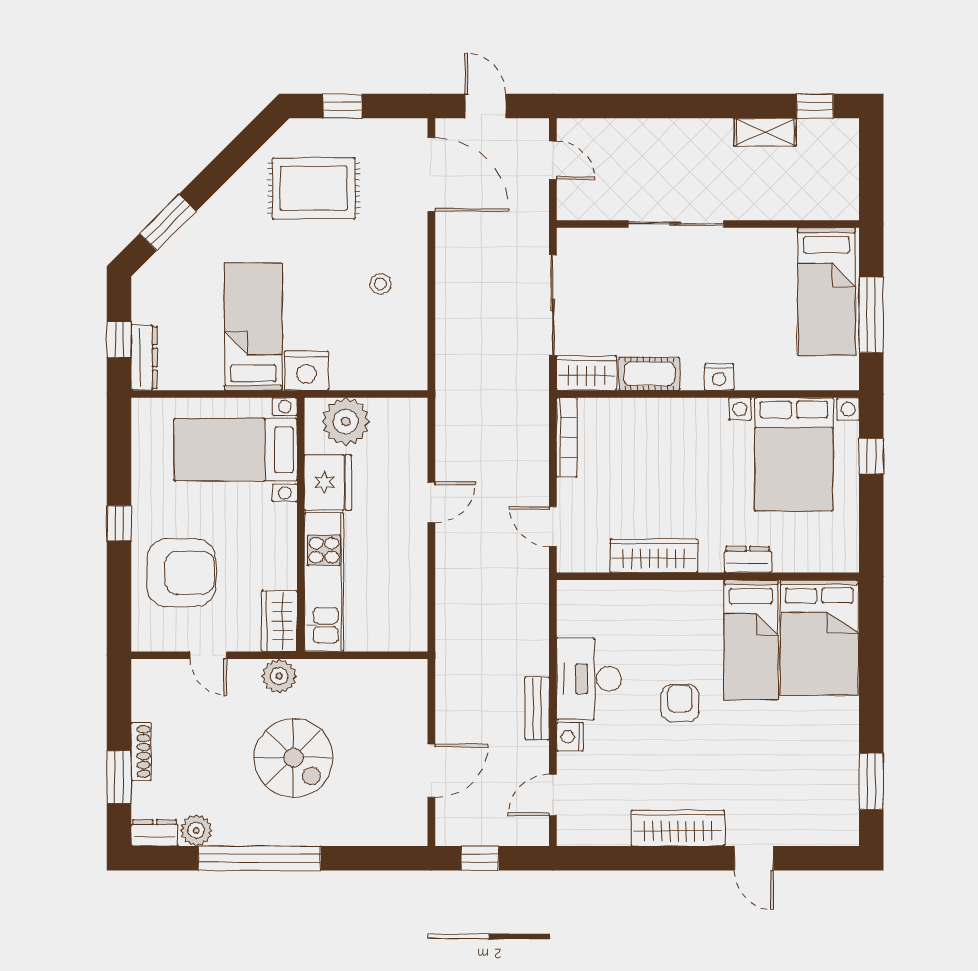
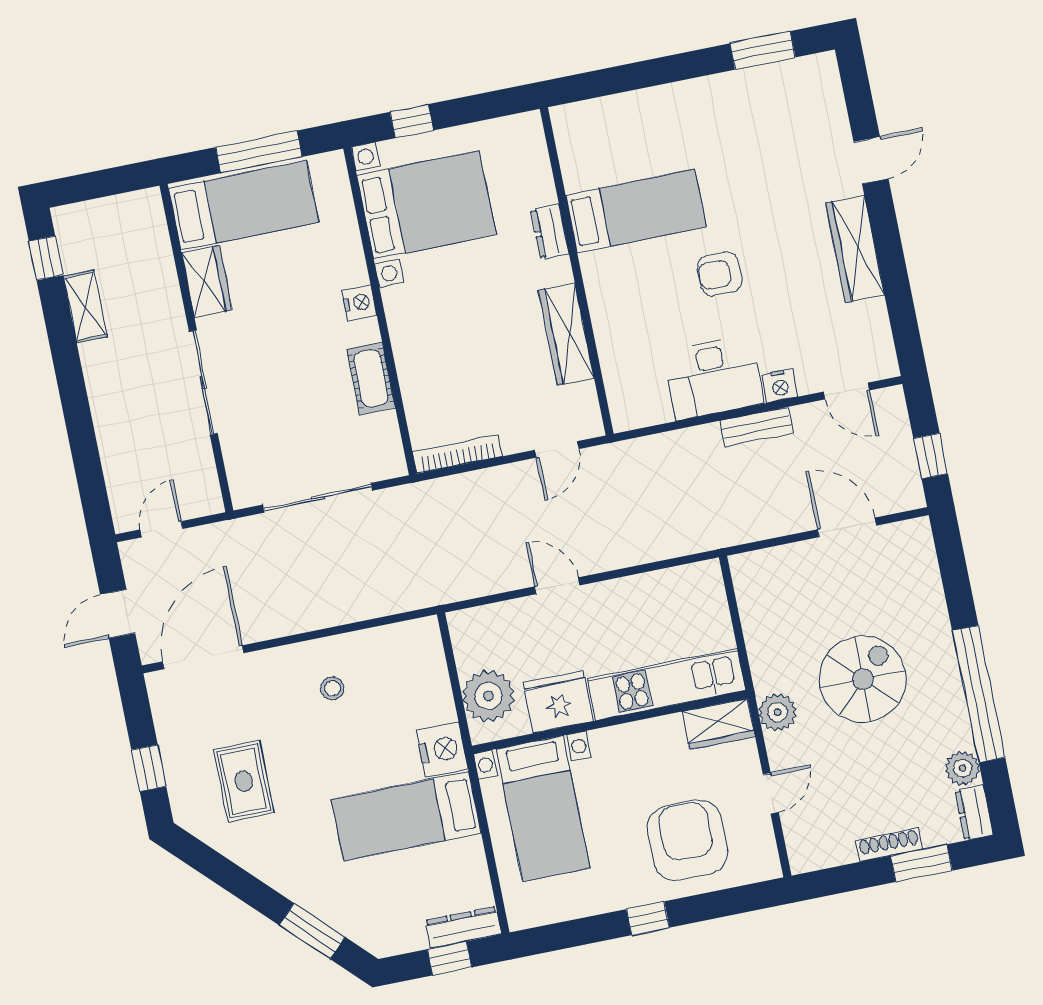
rug: (314, 188) -> (244, 781), width x0.73, depth x0.70
wardrobe: (587, 373) -> (207, 282), moved, turned 180
bed: (819, 638) -> (619, 138), removed

